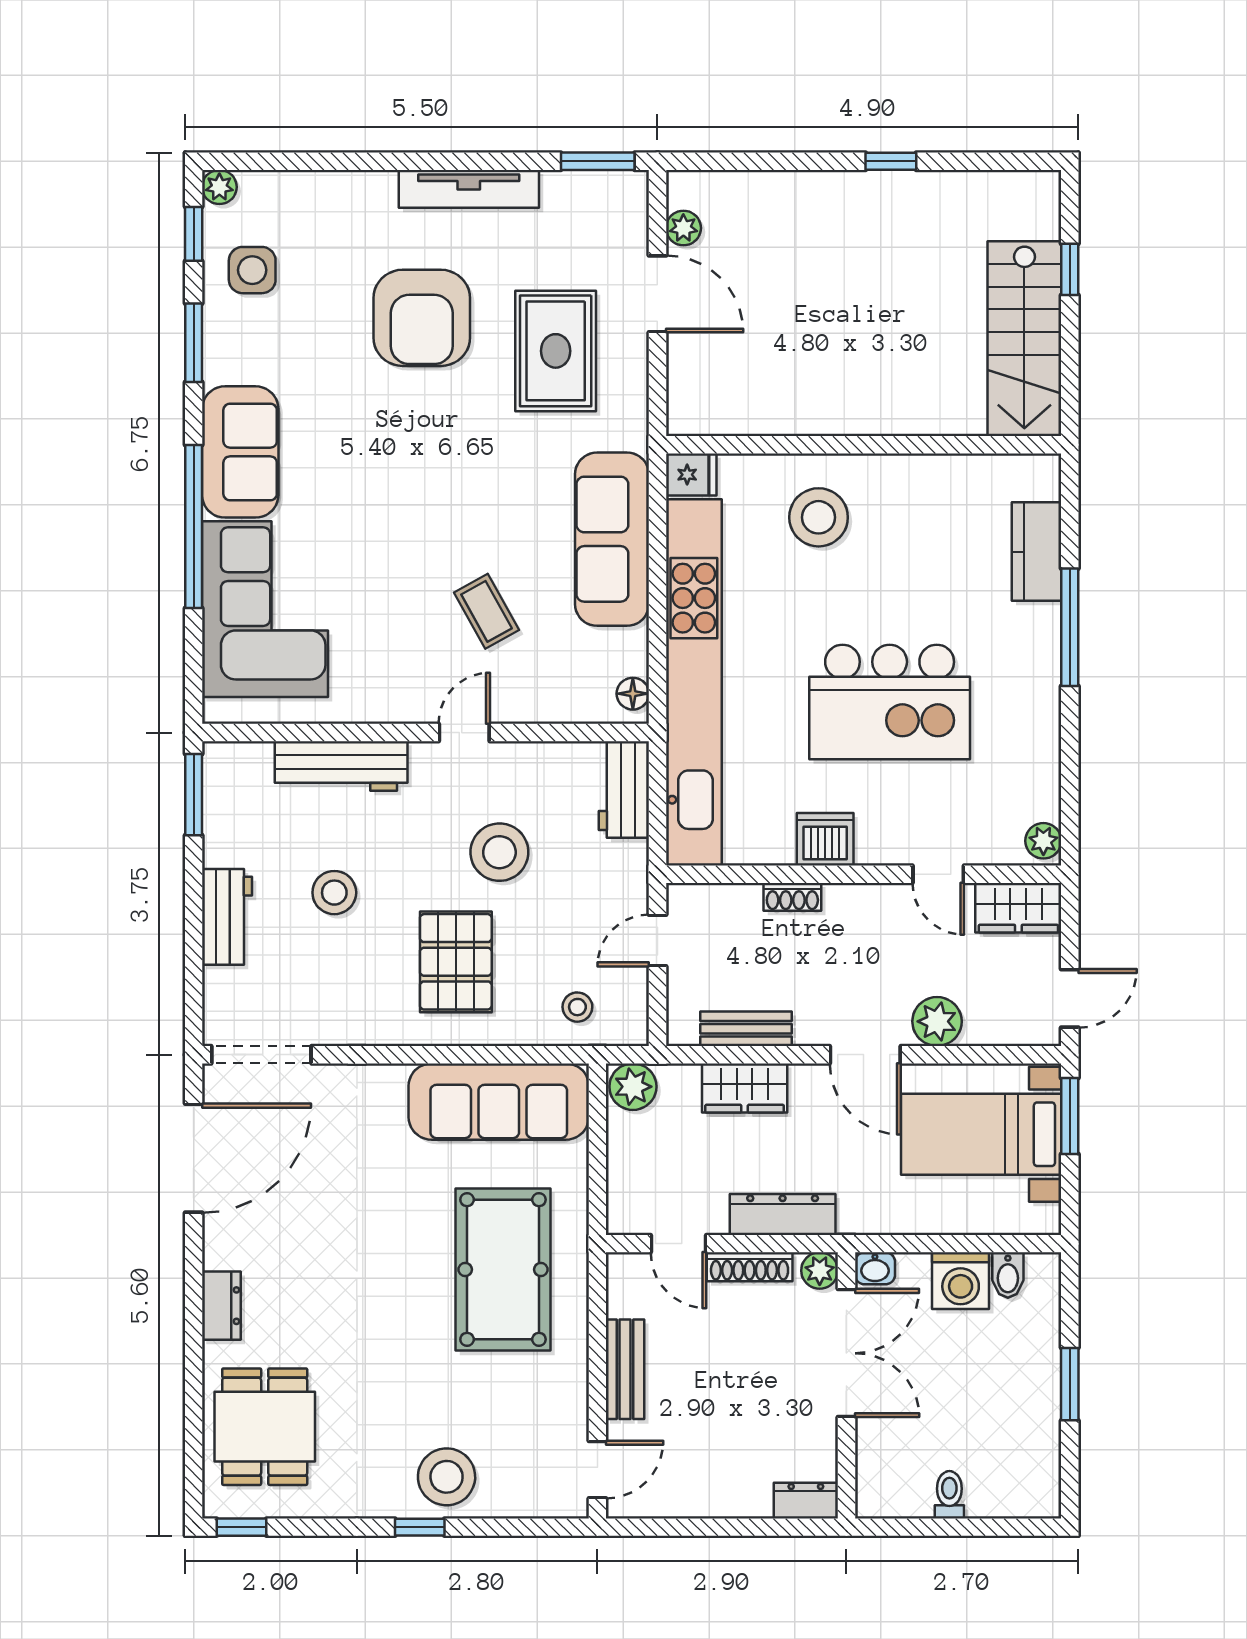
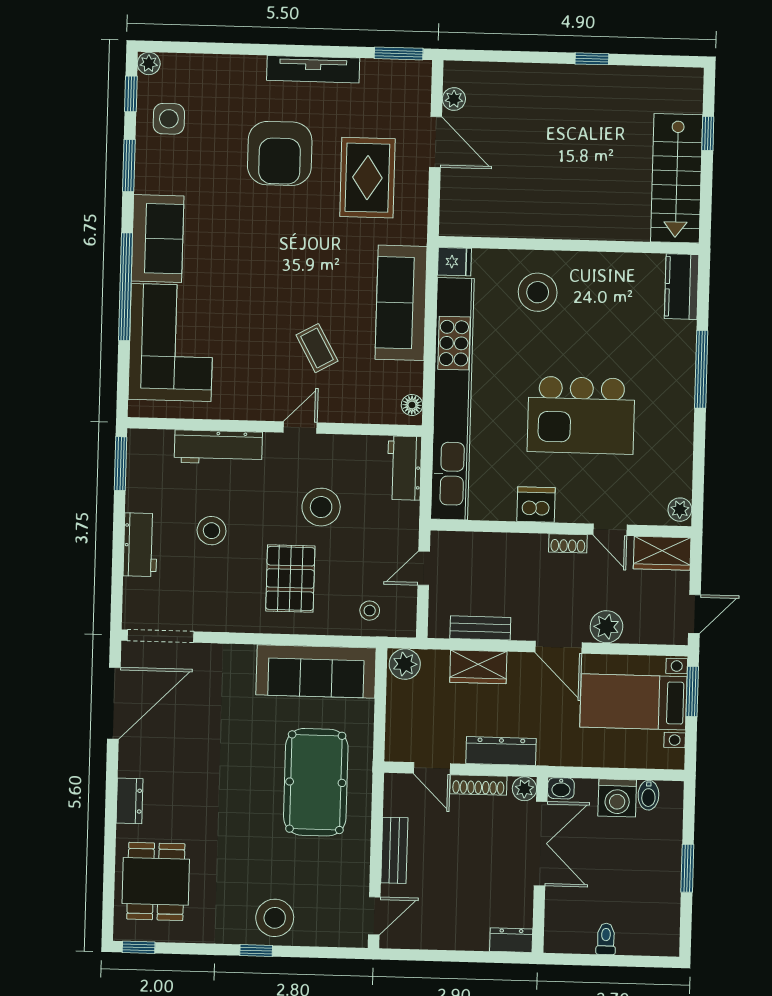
kitchen counter: (1037, 552) -> (682, 287), moved
shoe rack: (792, 897) -> (568, 543), moved

